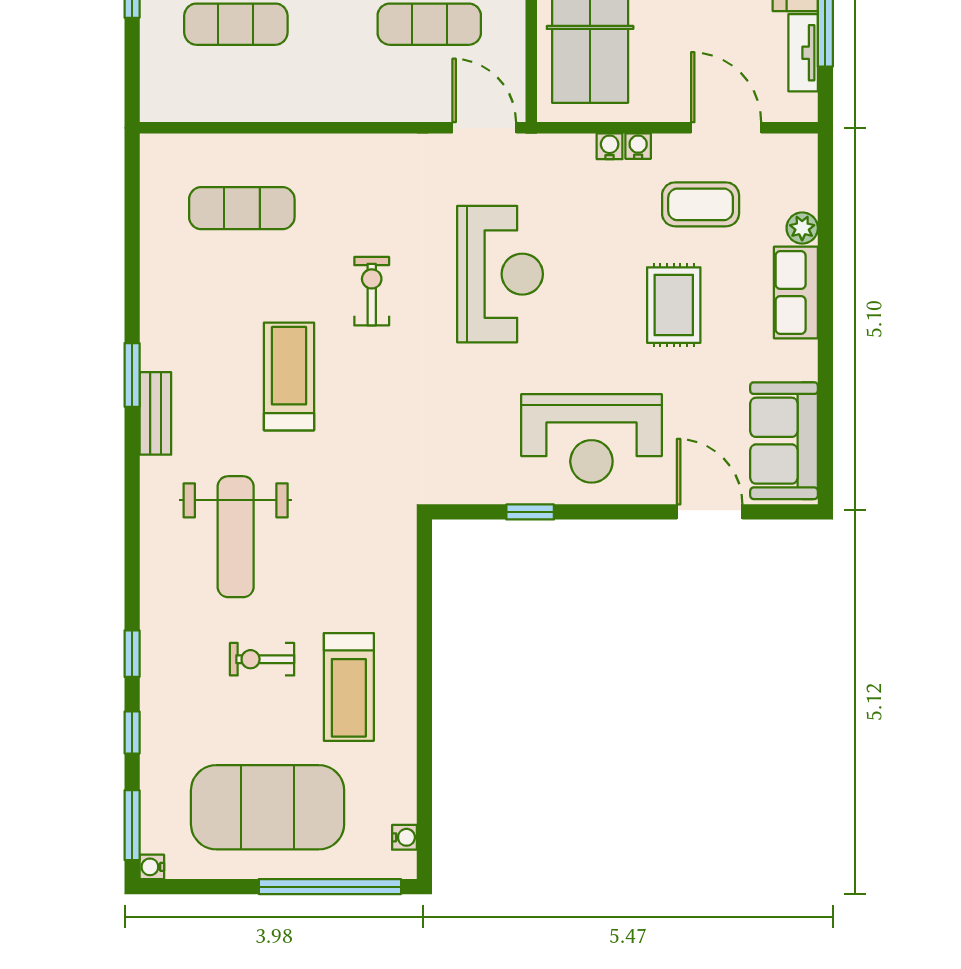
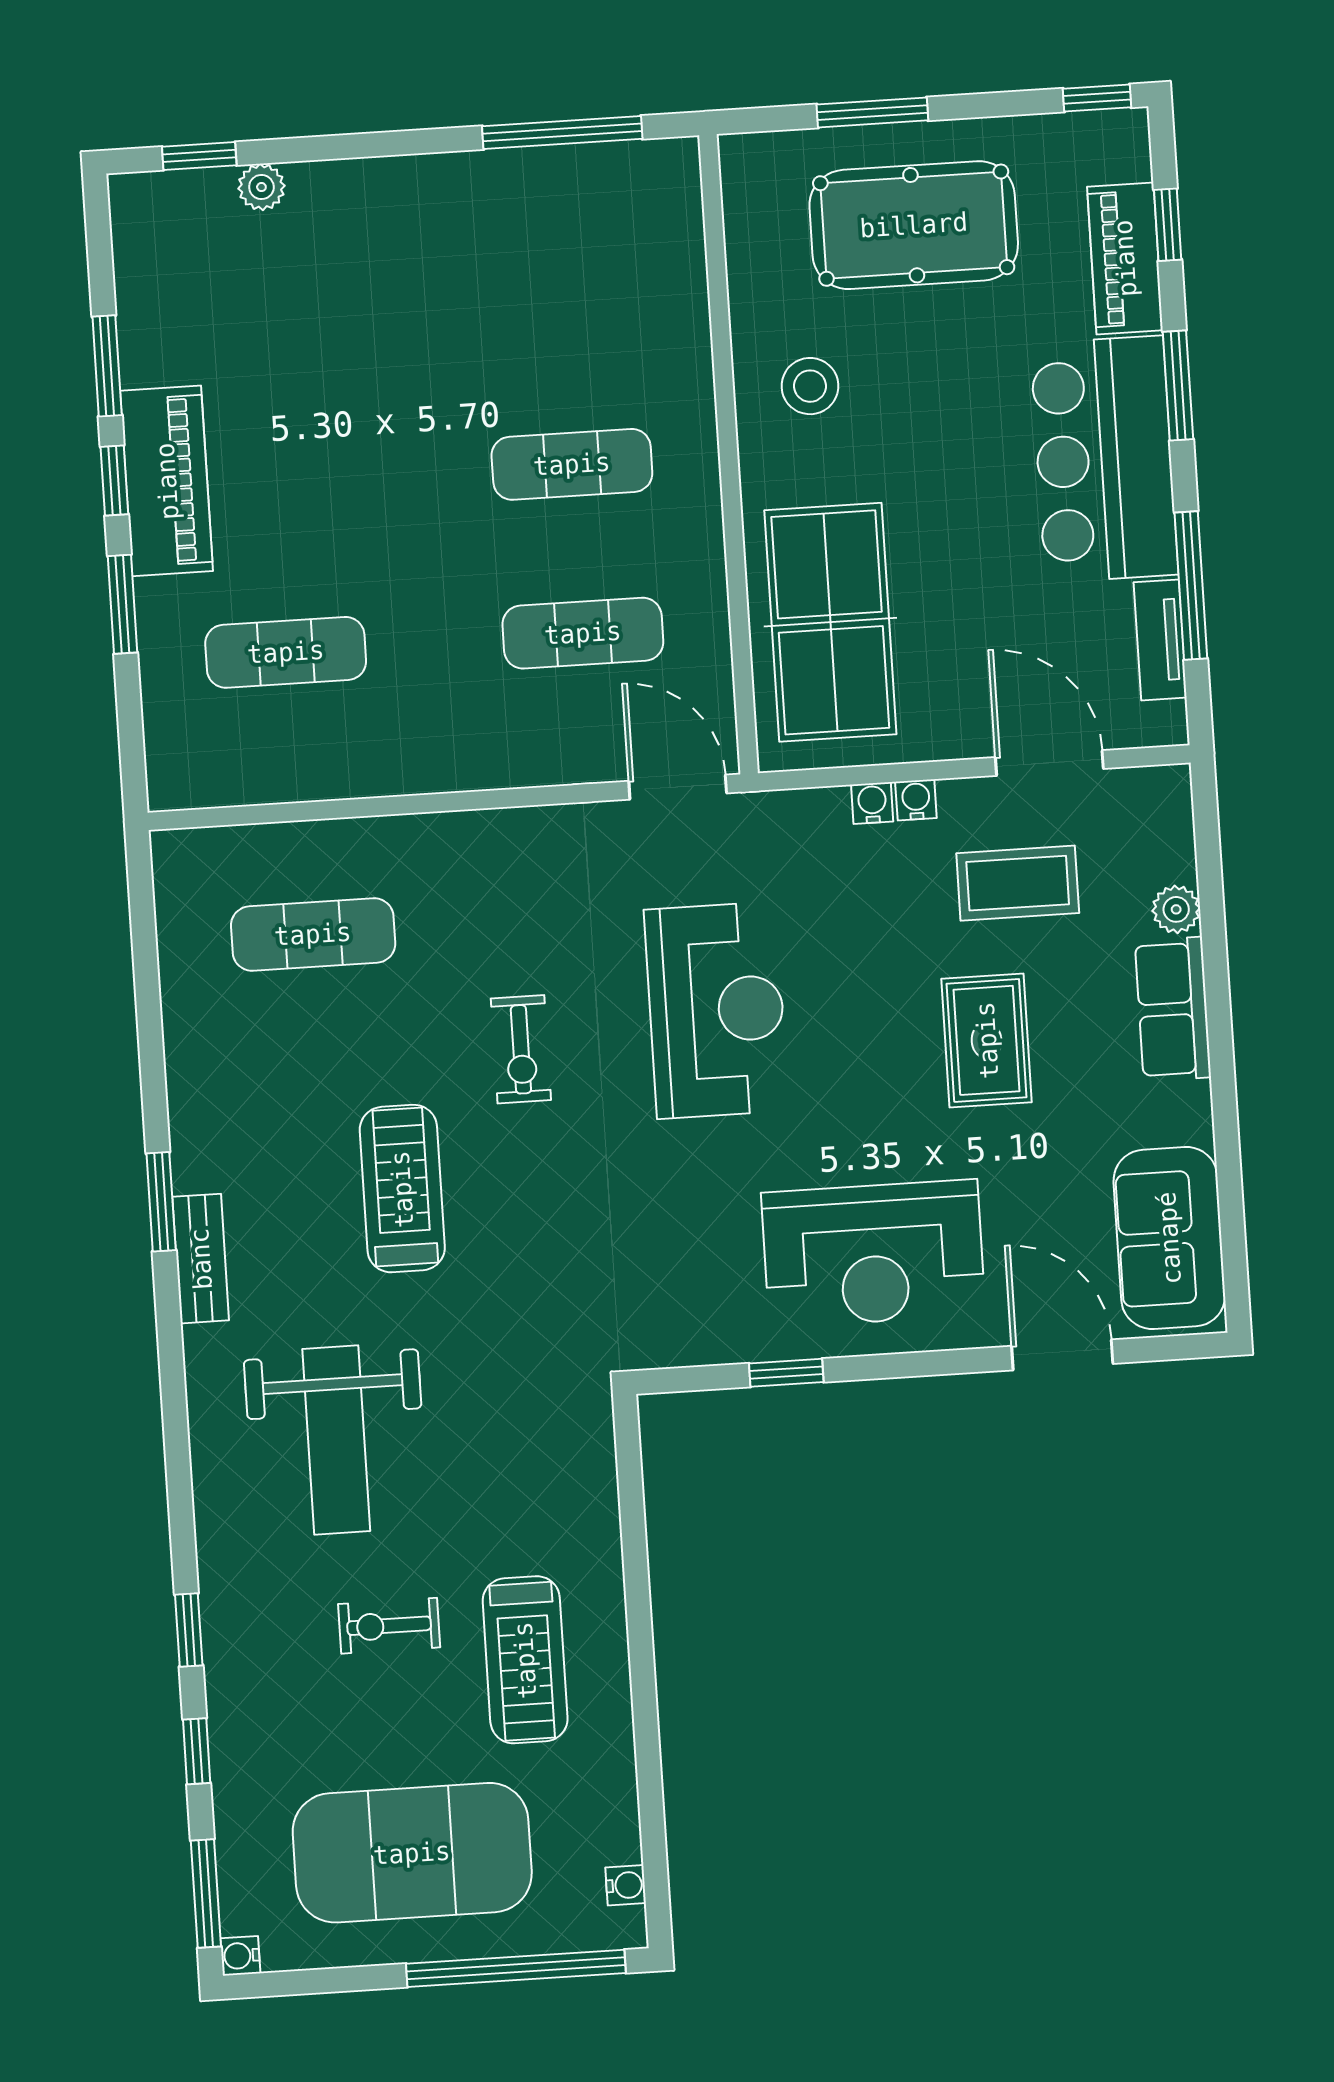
exercise bike: (372, 291) -> (521, 1049), turned 180

